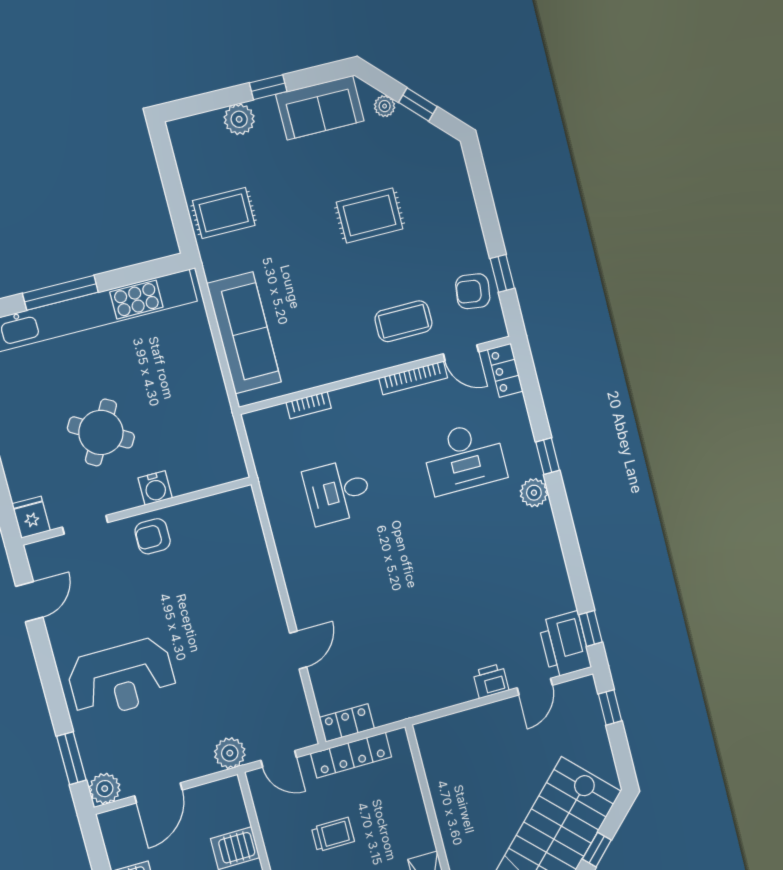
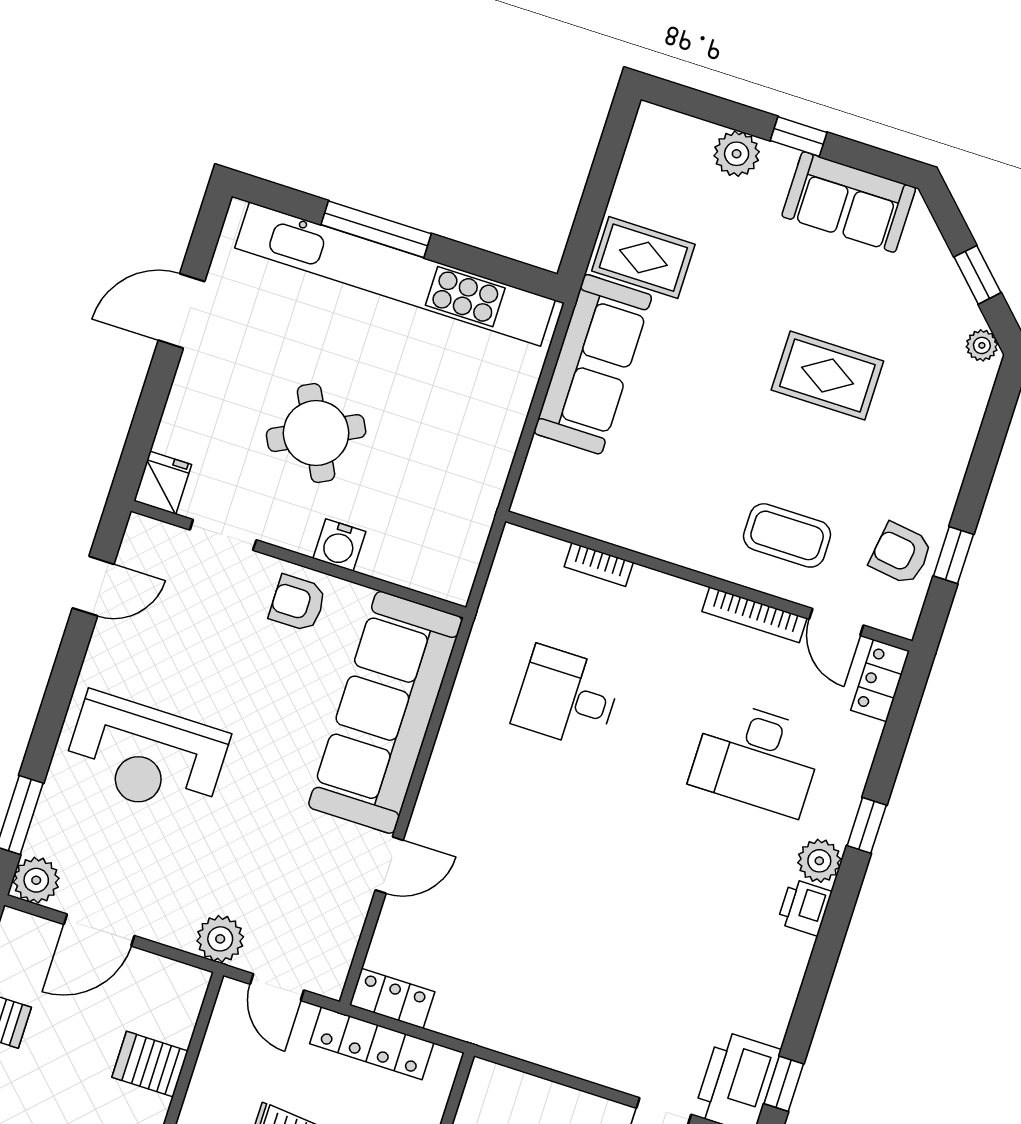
plant: (385, 106) -> (982, 345), moved
sofa: (244, 333) -> (593, 364), moved
round table: (101, 432) -> (316, 433), turned 33
sofa: (242, 566) -> (385, 712), added
printer: (491, 681) -> (804, 907), moved, turned -90

